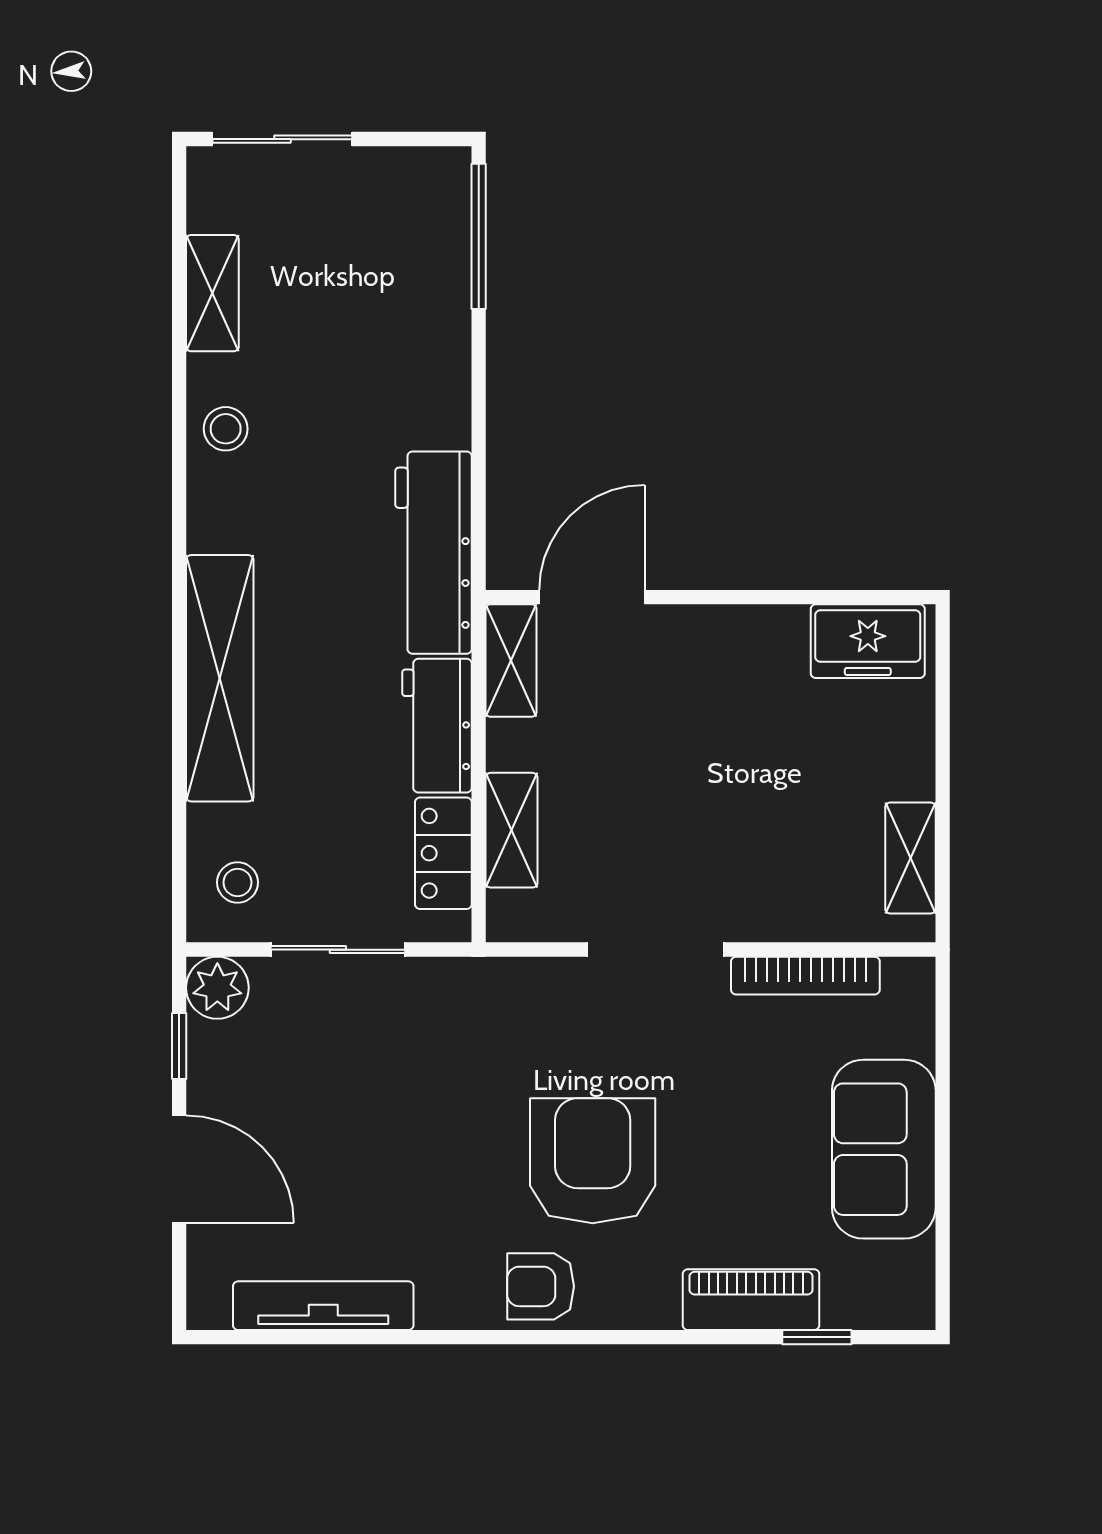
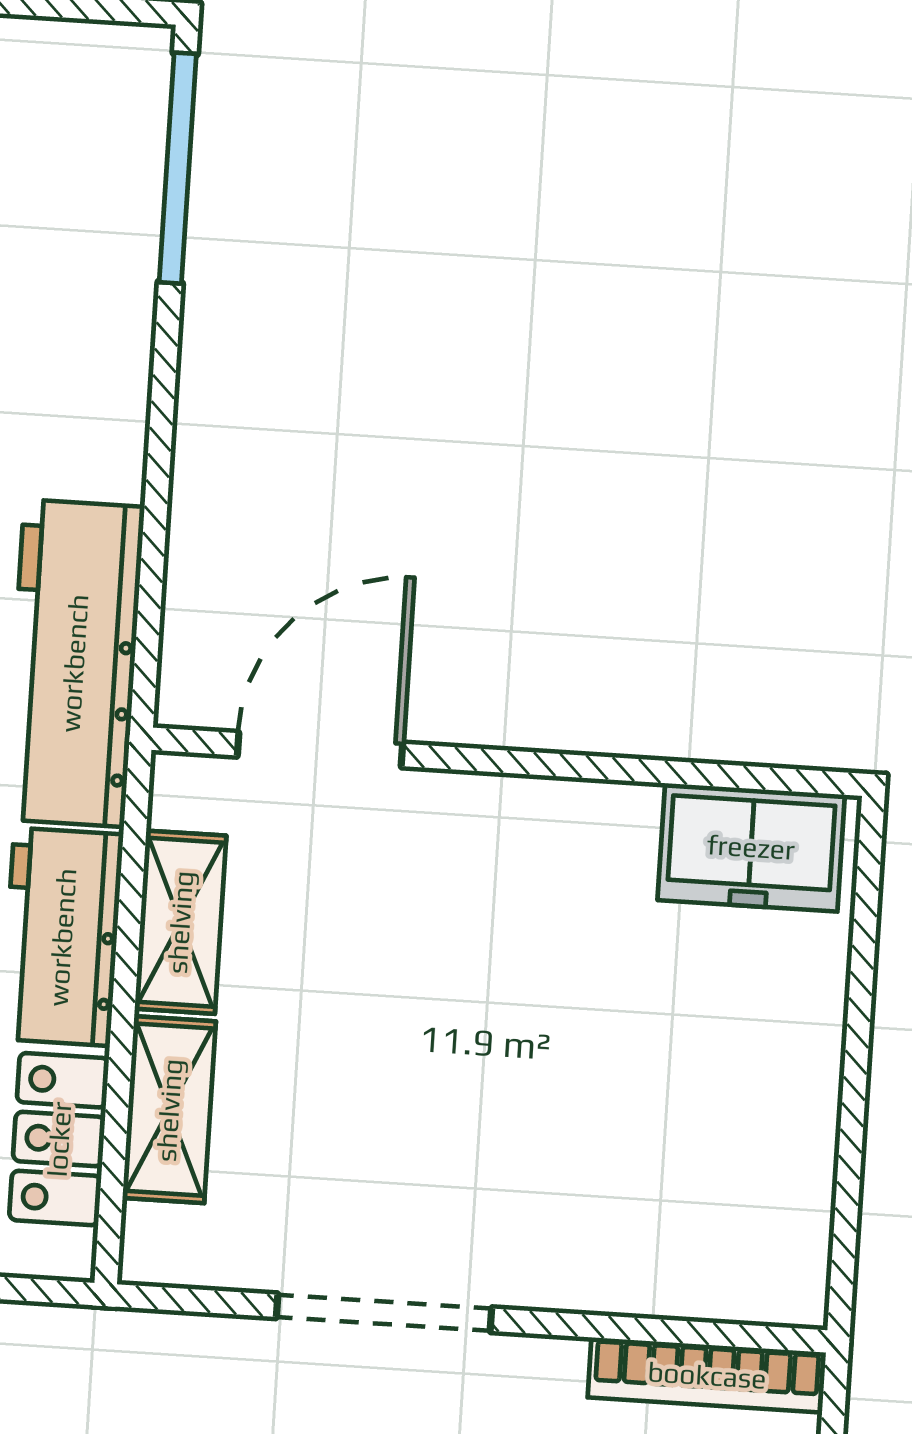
shelving: (511, 661) -> (180, 922), moved
shelving: (910, 858) -> (797, 1194), removed
bookcase: (805, 976) -> (707, 1375), moved

